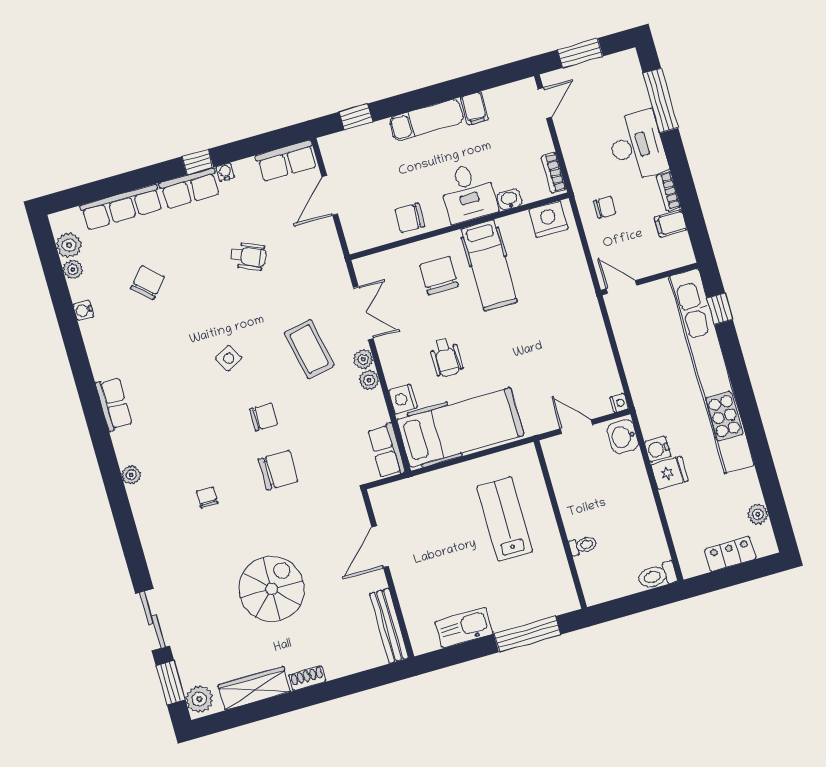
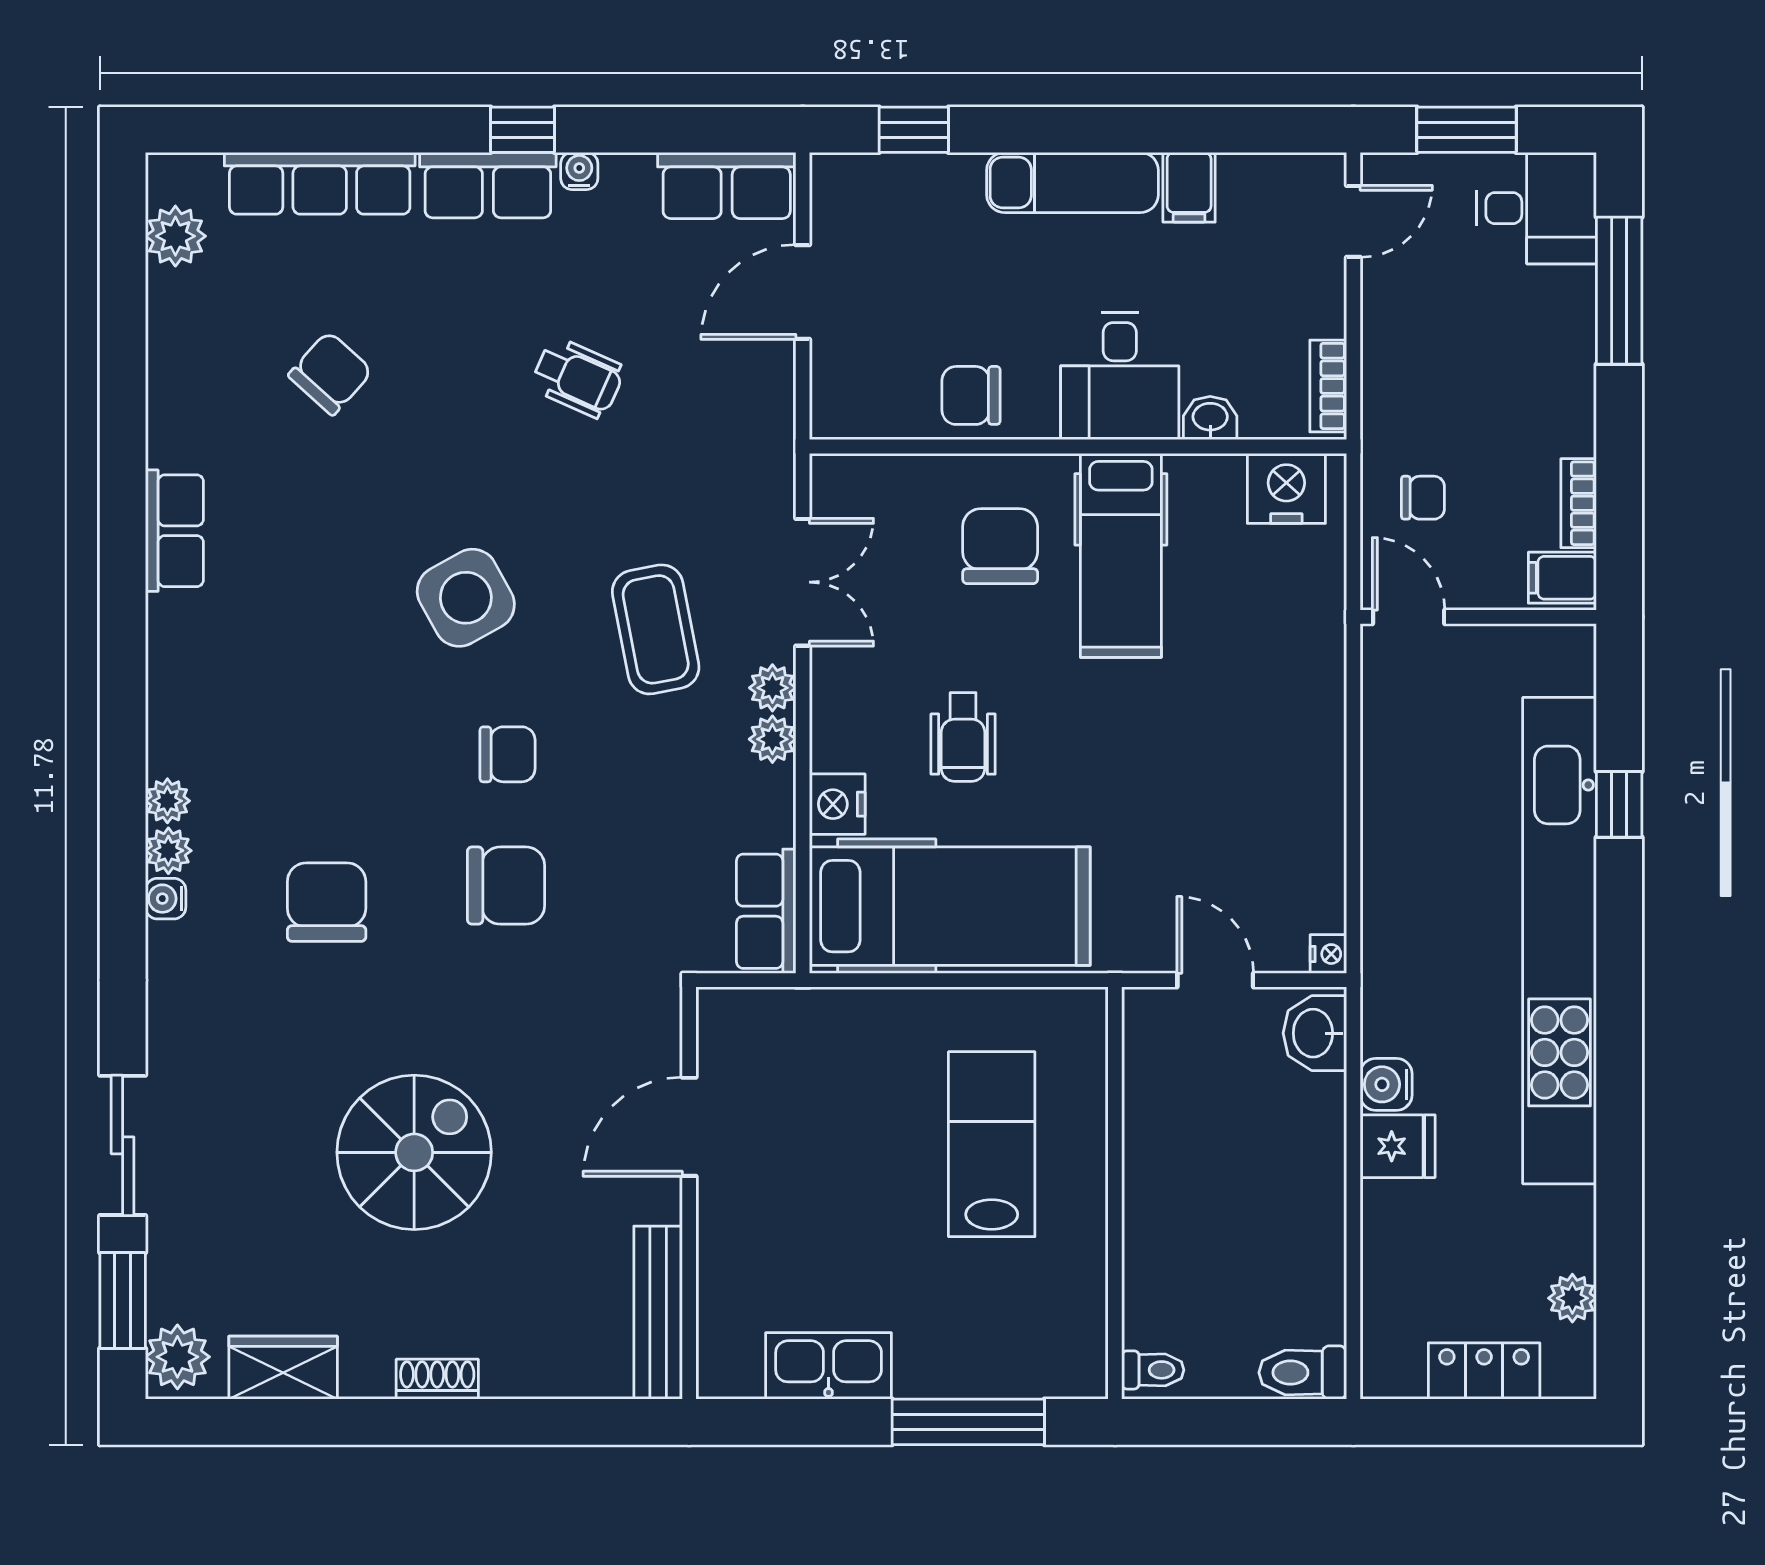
desk: (637, 145) -> (1536, 208), moved, width x0.73
plant: (73, 269) -> (168, 851), moved
wall: (650, 279) -> (1478, 617), moved
door: (621, 287) -> (1409, 617), moved
water cooler: (83, 310) -> (166, 899), moved
side table: (229, 358) -> (466, 598), width x1.87, depth x1.87
row of seats: (114, 404) -> (174, 531), moved
chair: (207, 498) -> (327, 902), width x1.87, depth x1.87
toilet: (583, 546) -> (1153, 1370), moved
wardrobe: (254, 688) -> (283, 1368), width x0.67

